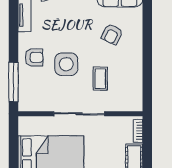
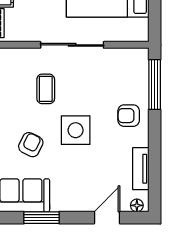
side table: (66, 64) -> (76, 130), moved

